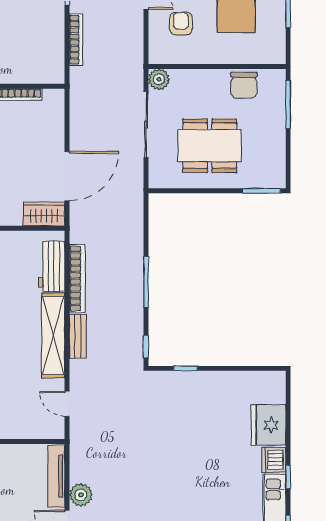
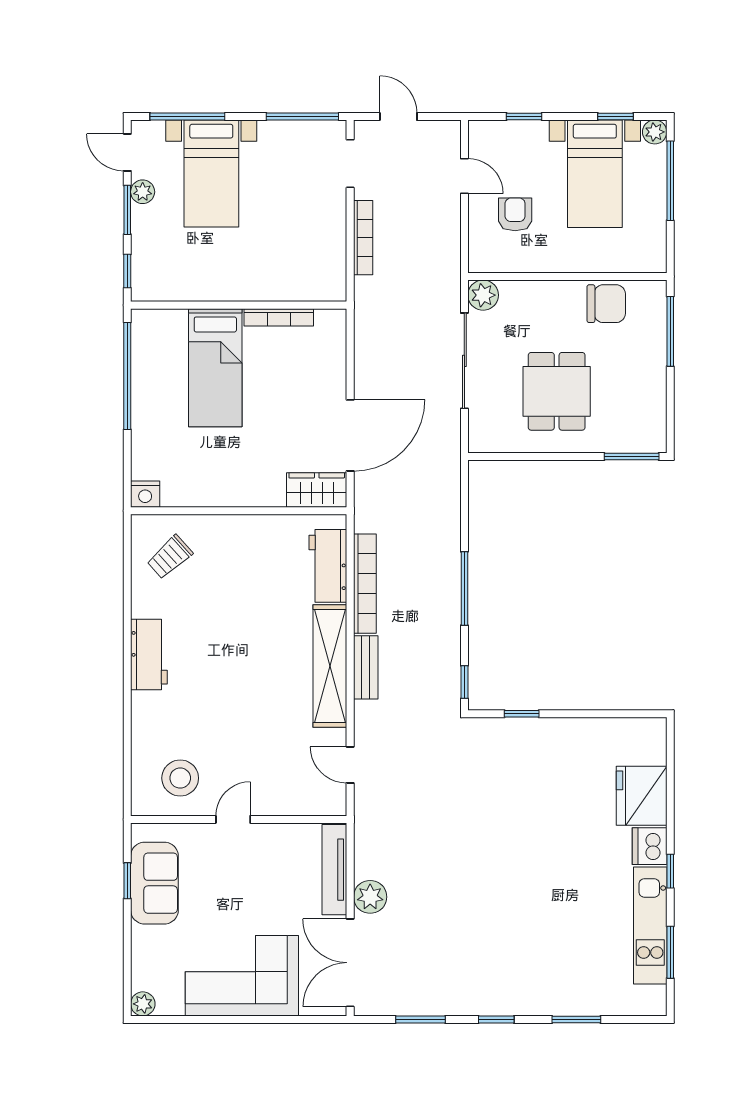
chair: (244, 85) -> (606, 304), turned -90
dining table: (210, 146) -> (557, 391), width x0.73

